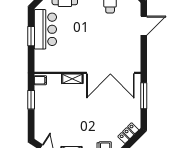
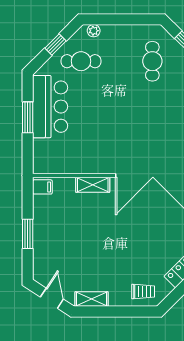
window: (31, 100) -> (28, 234), moved

